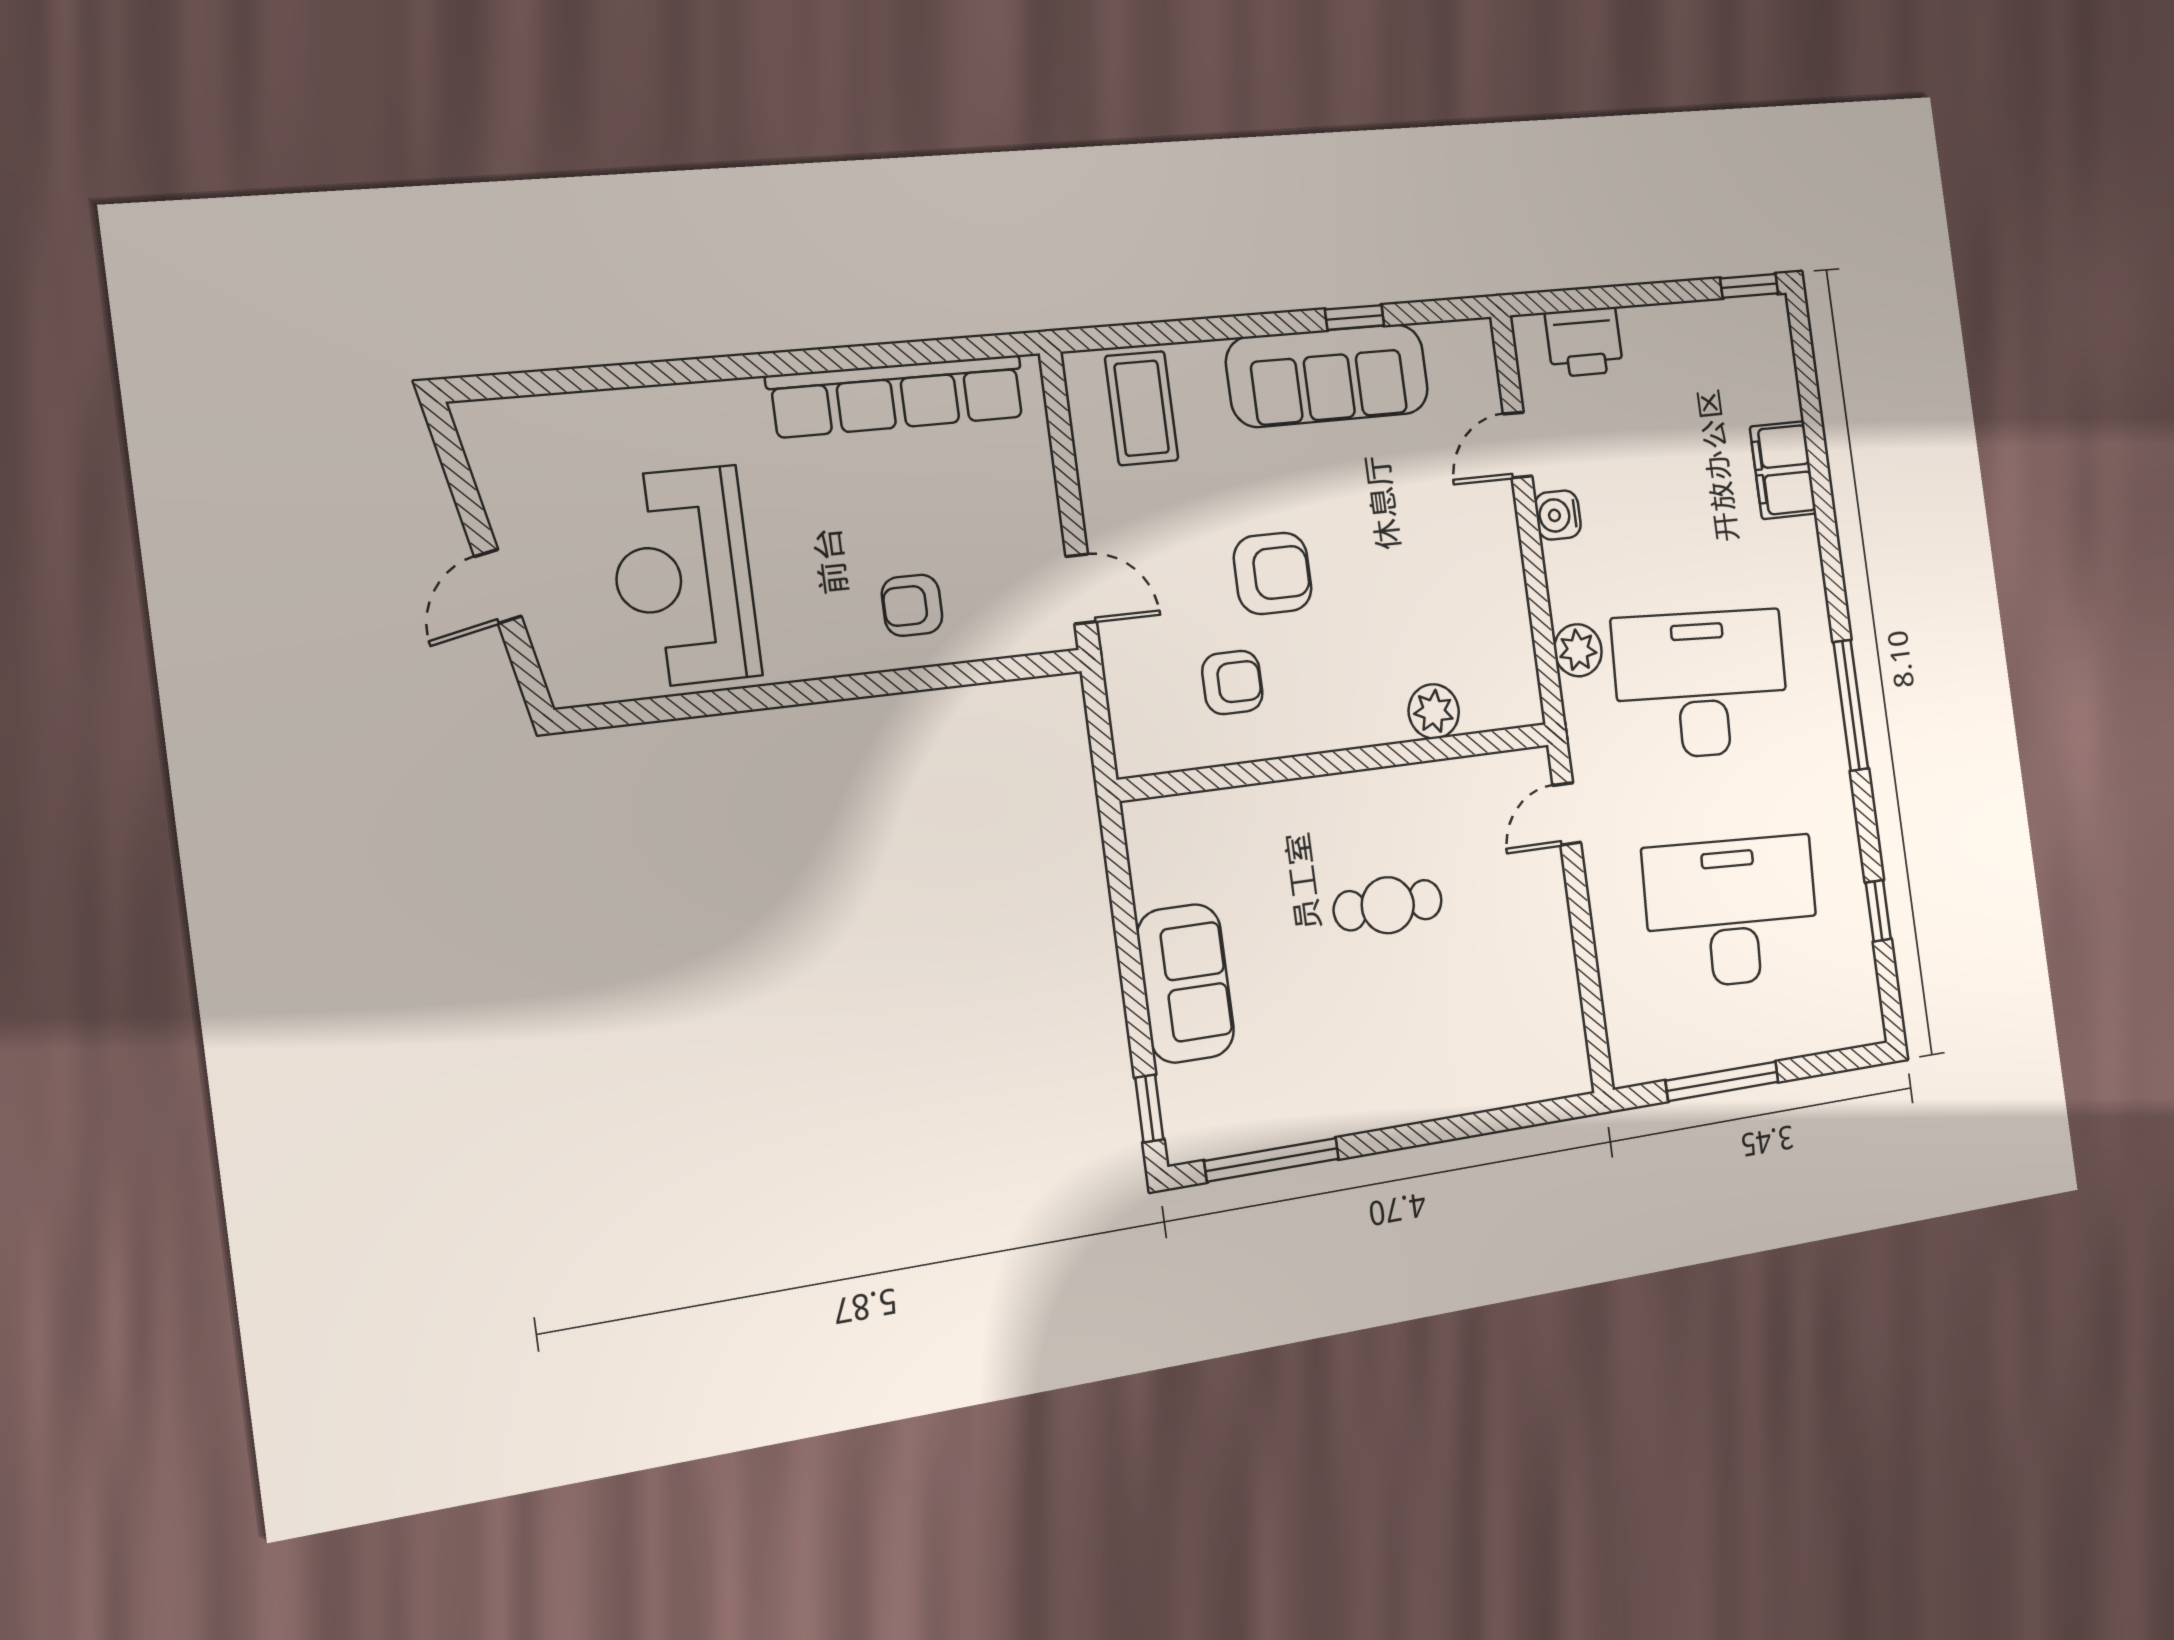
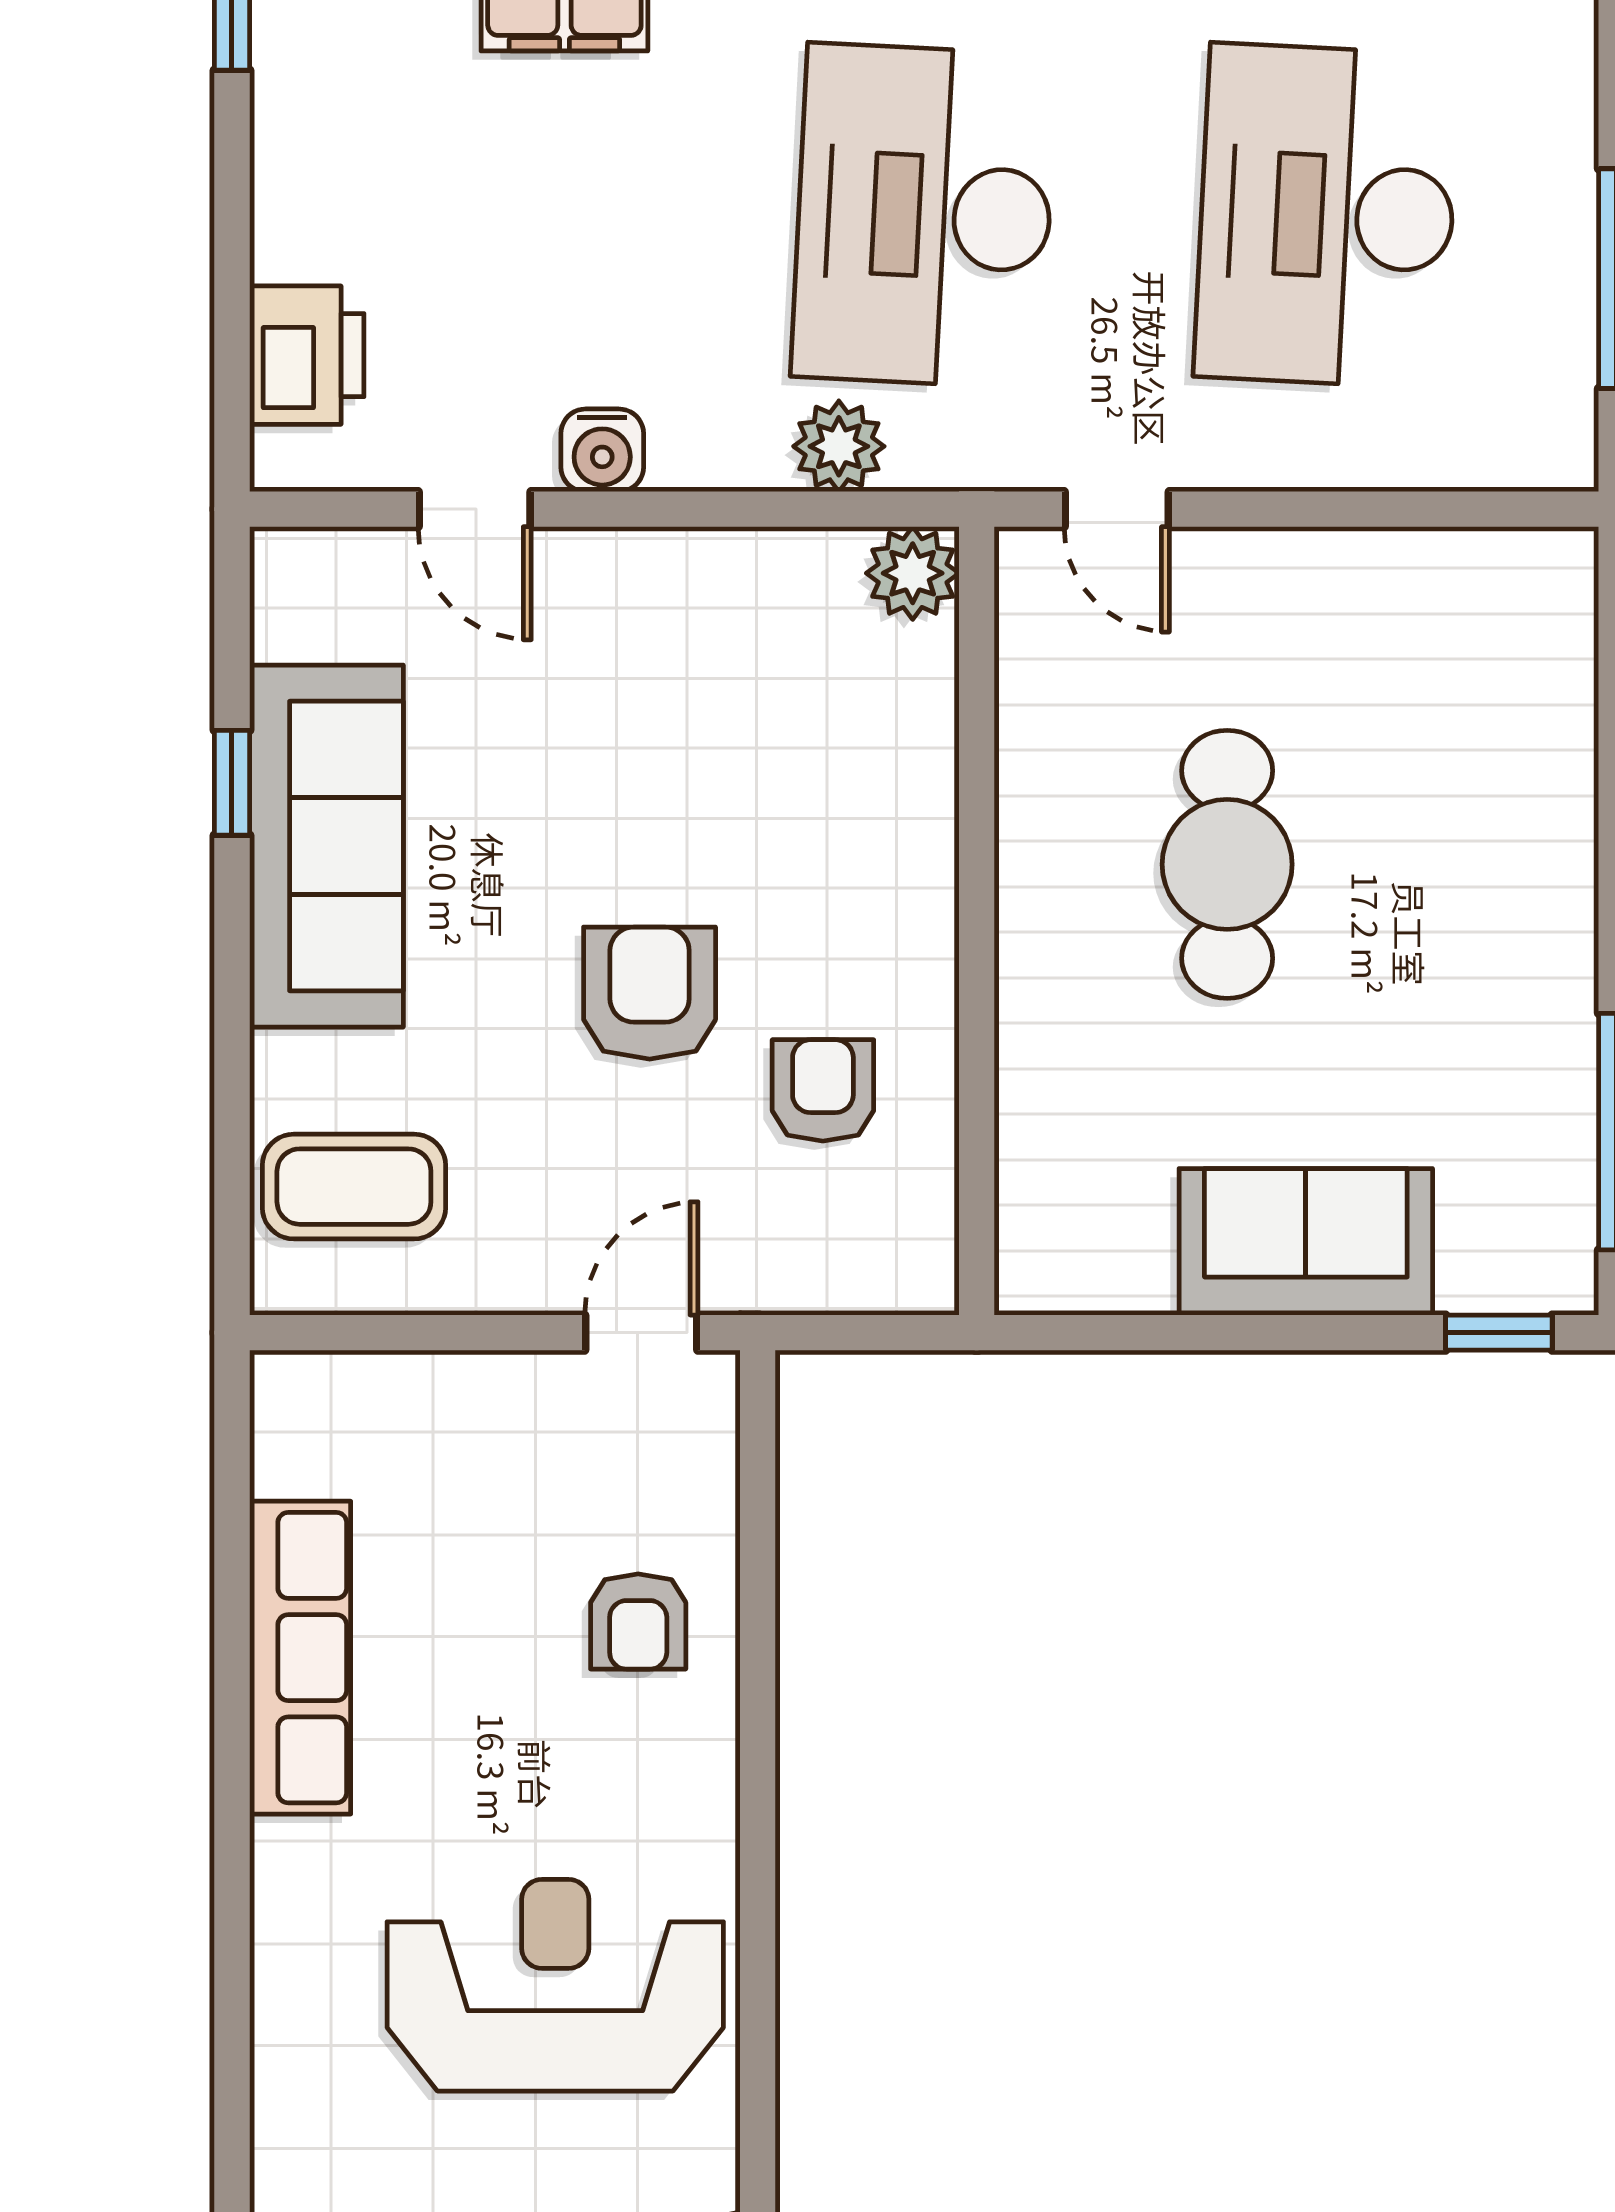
row of seats: (897, 396) -> (300, 1658), width x0.73
reception desk: (683, 577) -> (555, 1985), turned 180
plant: (1434, 711) -> (913, 573), moved
cafe table: (1388, 905) -> (1227, 864), width x1.37, depth x1.35

